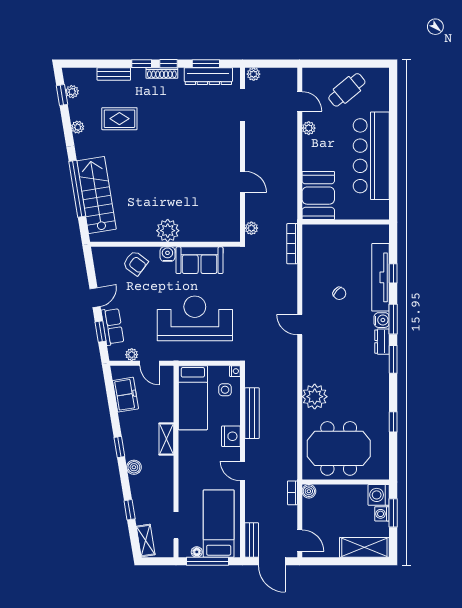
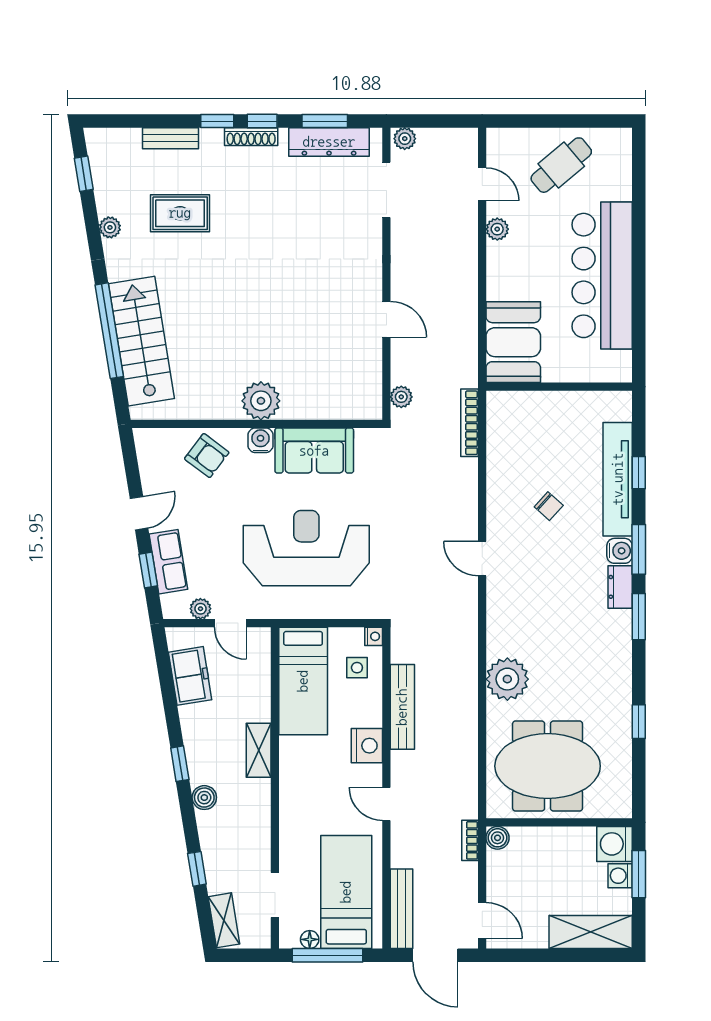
plant: (72, 92) -> (101, 168), removed
bench: (252, 540) -> (402, 909), width x1.36

